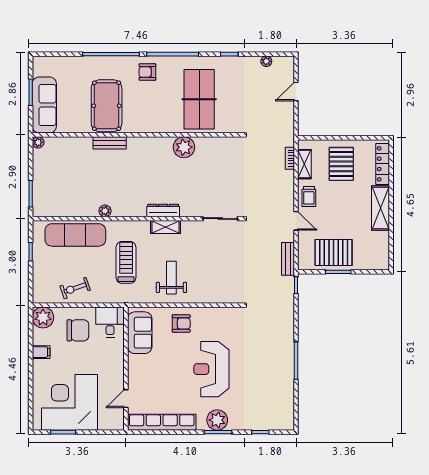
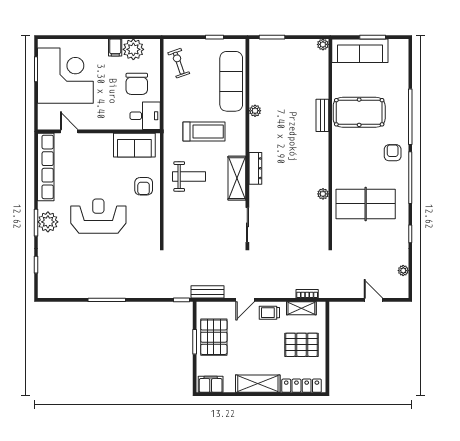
plant: (184, 147) -> (323, 194), width x0.53, depth x0.53
shelving: (166, 227) -> (237, 178), width x1.50, depth x1.33
filing cabinet: (381, 256) -> (211, 384), added
exercise bike: (75, 288) -> (179, 63), moved
plant: (43, 317) -> (133, 49), moved

